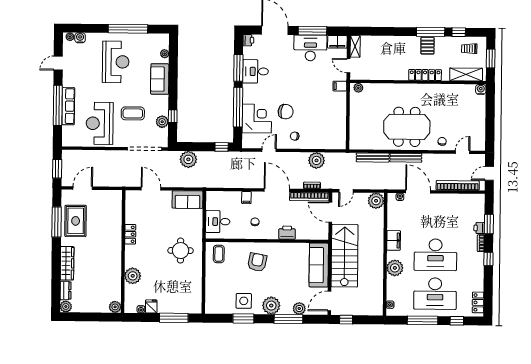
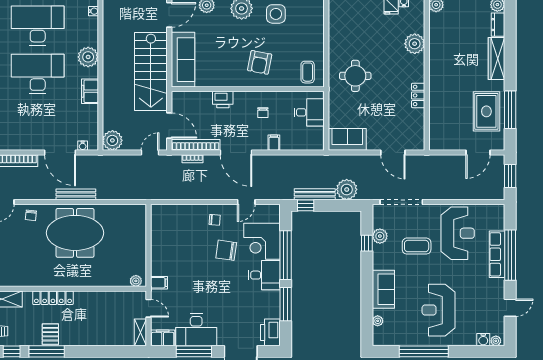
printer: (248, 40) -> (270, 332), width x1.87, depth x1.48
desk: (256, 71) -> (264, 275), moved
bench: (373, 158) -> (315, 194), moved
plant: (317, 160) -> (187, 190), removed

